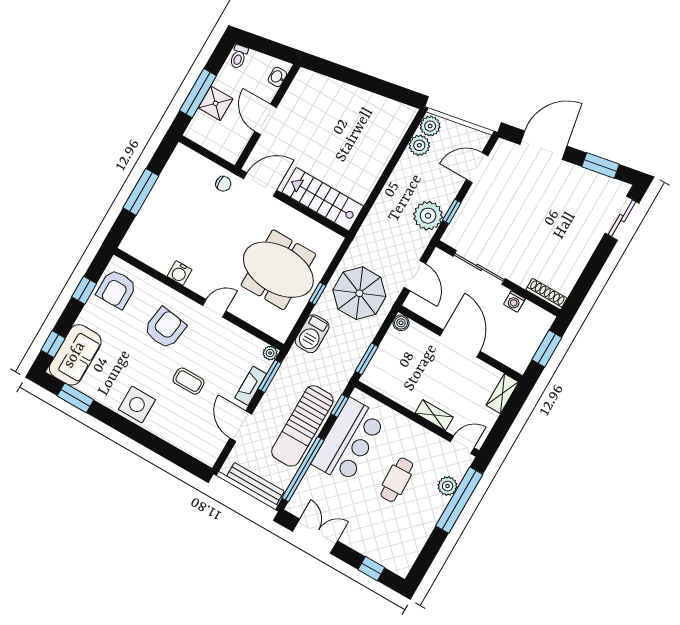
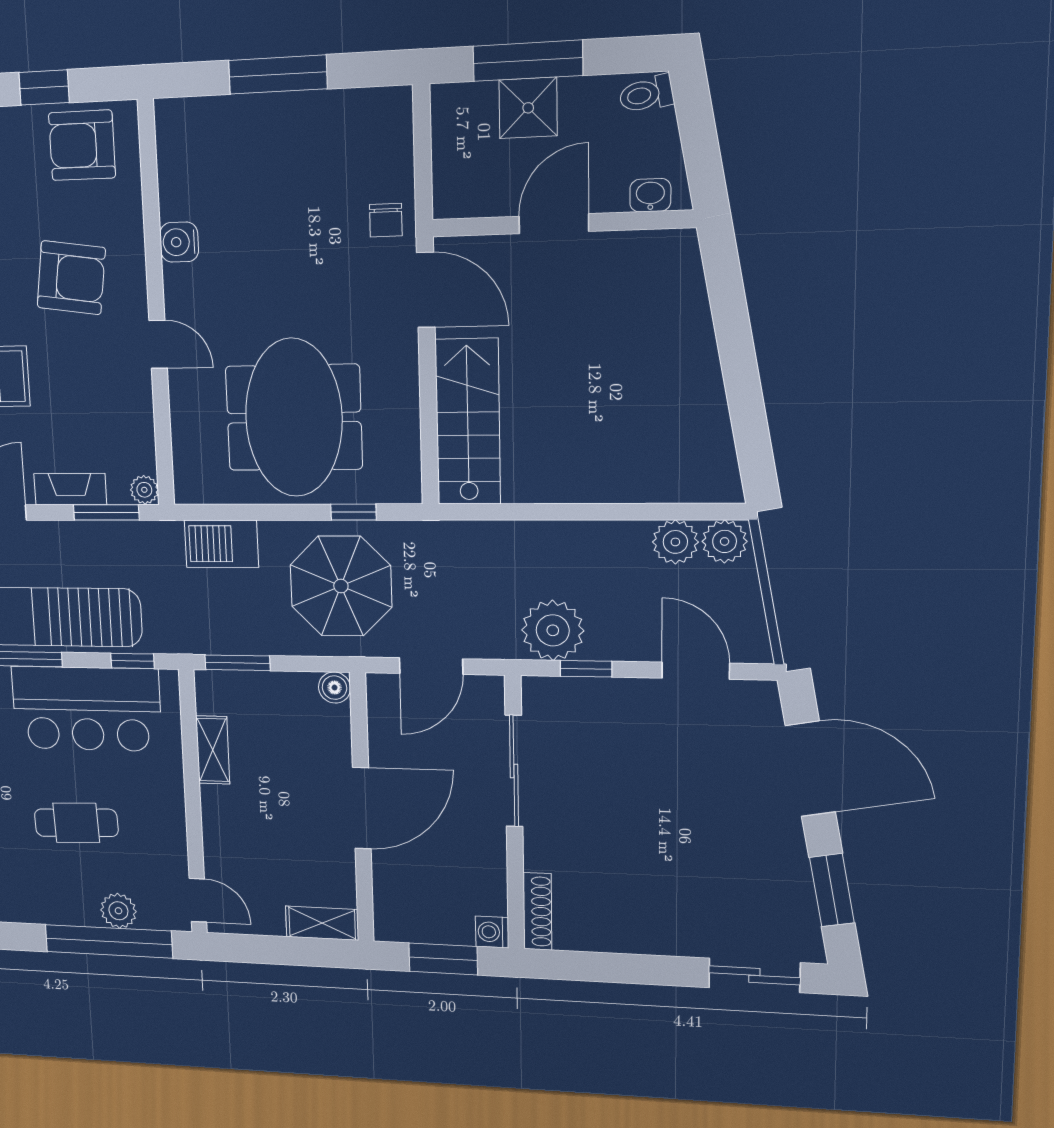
window: (317, 293) -> (353, 512), moved
washing machine: (514, 301) -> (492, 932), moved
shelving: (434, 415) -> (213, 750), moved

